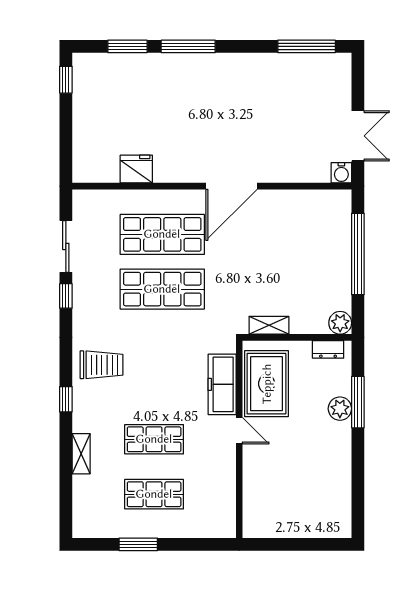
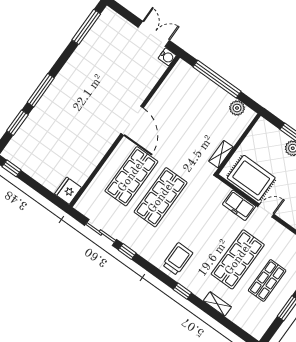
fridge: (136, 169) -> (68, 191), moved
plant: (340, 323) -> (237, 108), moved
dresser: (328, 349) -> (256, 132), removed
freezer: (222, 384) -> (239, 205), width x0.71
shop shelf: (154, 439) -> (238, 259), width x1.43, depth x1.36

